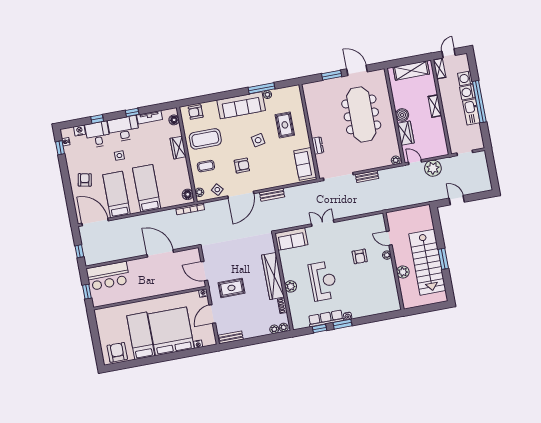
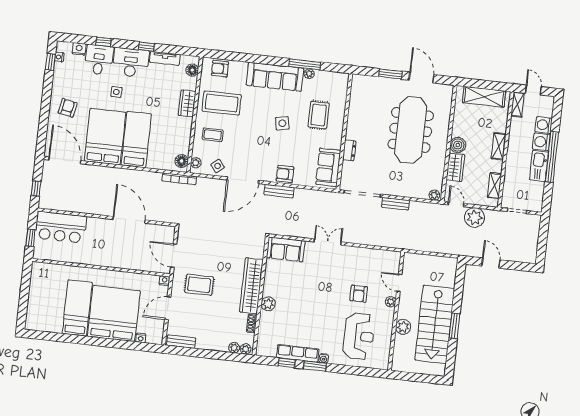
door: (449, 53) -> (533, 90), hinge flipped
shelving: (441, 138) -> (495, 186), added
armchair: (242, 166) -> (285, 174), moved, turned 180
bed: (116, 195) -> (105, 137), width x1.50
reception desk: (323, 281) -> (359, 336), moved
armchair: (117, 352) -> (44, 319), removed

